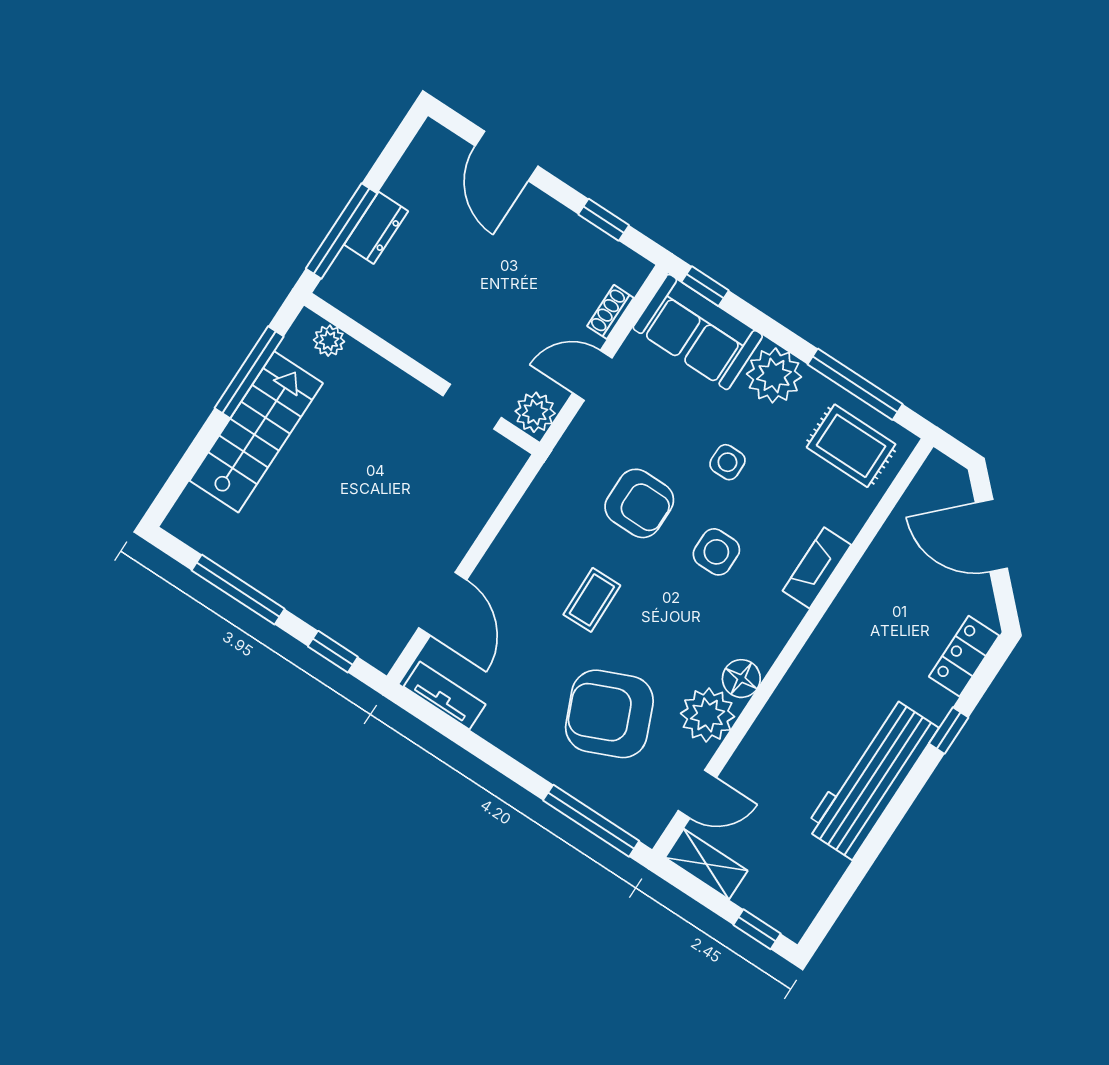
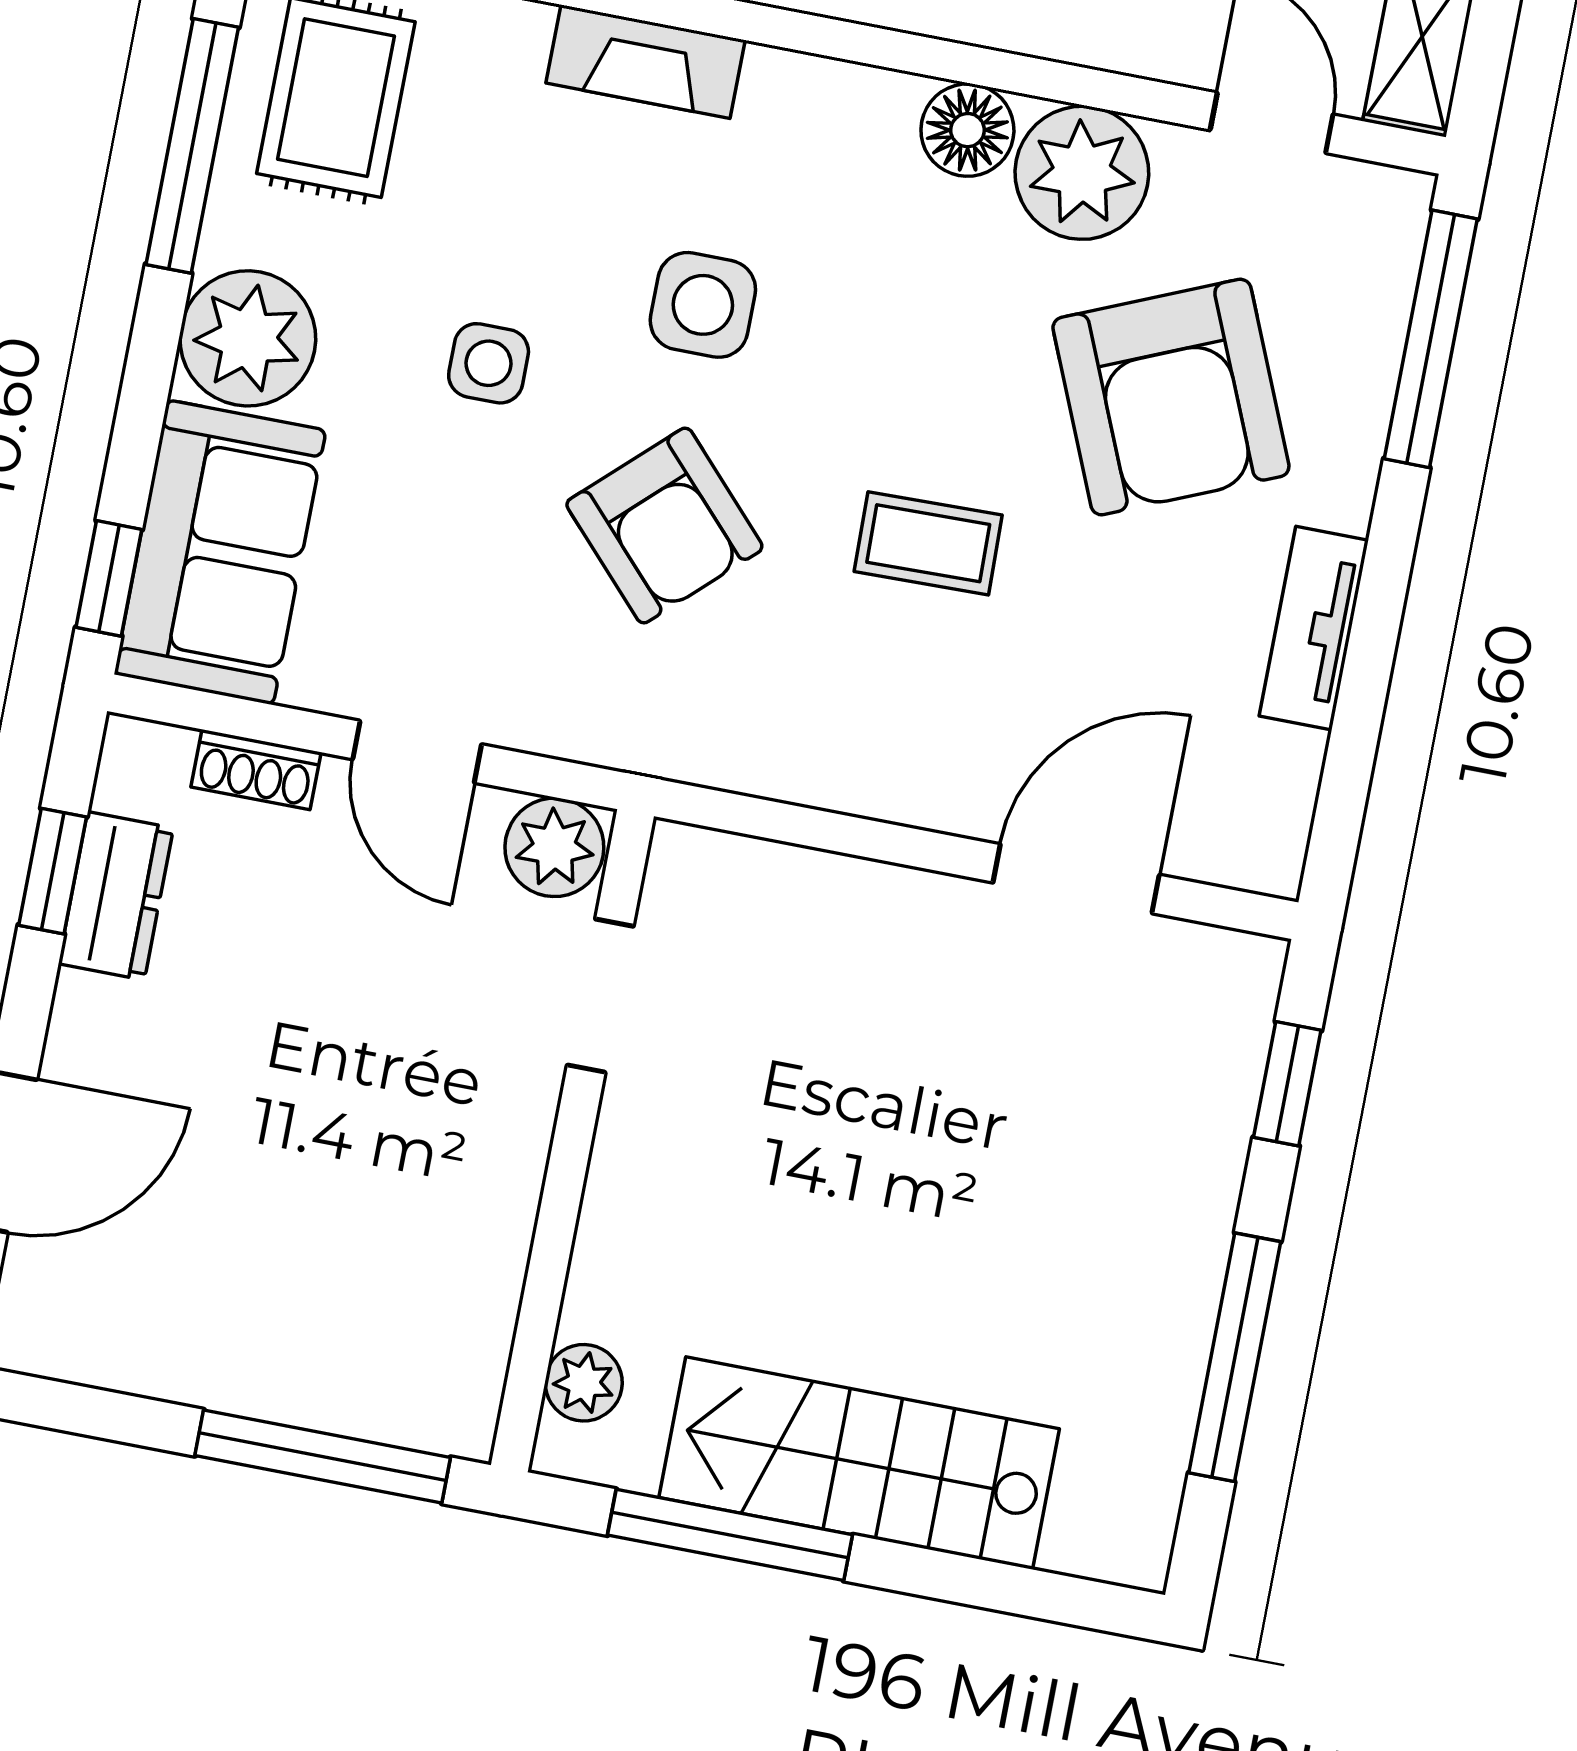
dresser: (376, 228) -> (116, 896), moved, turned 90
armchair: (639, 503) -> (664, 525), turned 137
tv unit: (445, 696) -> (1314, 628), moved

